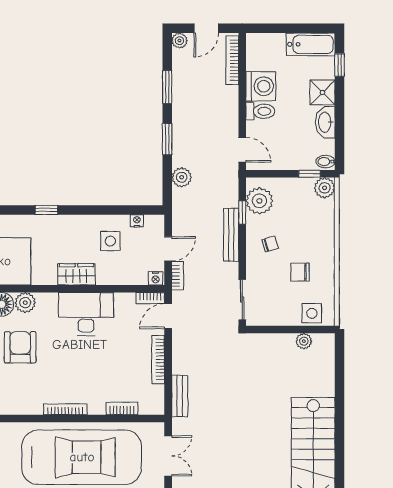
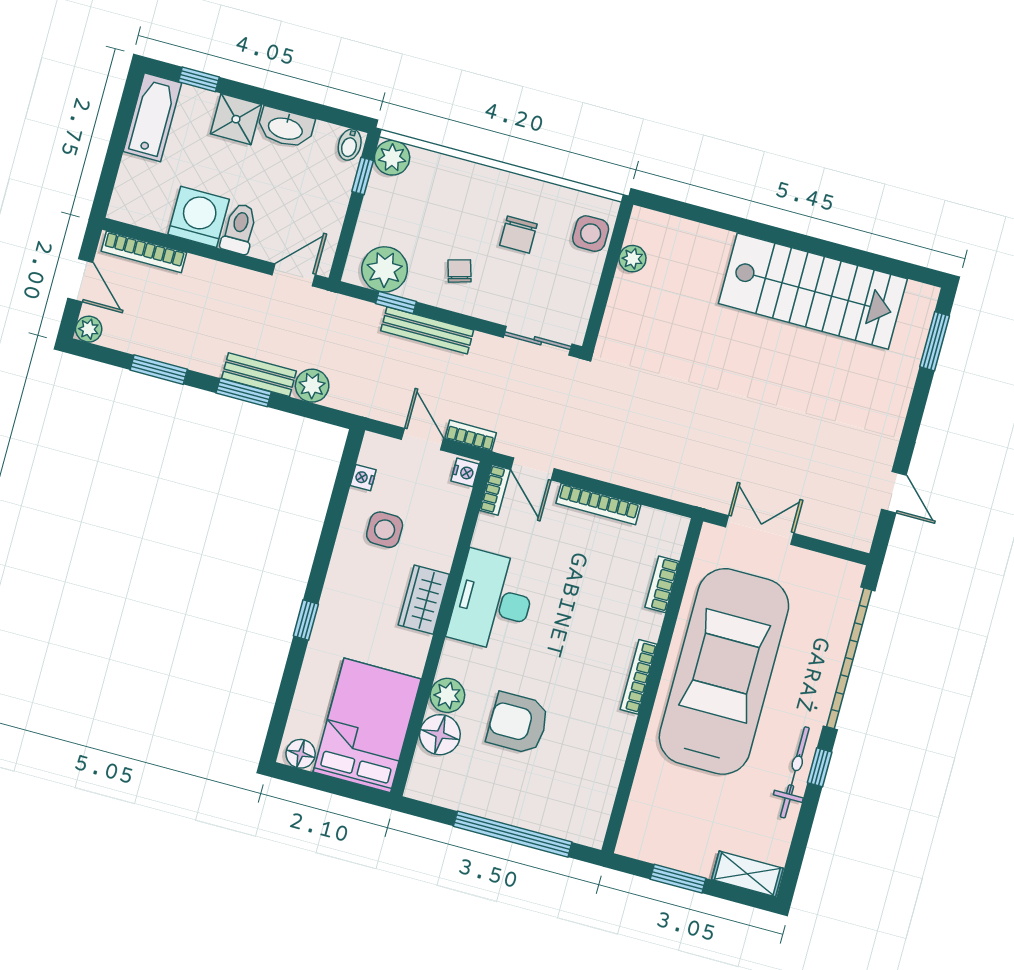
bench: (180, 396) -> (259, 375), moved

